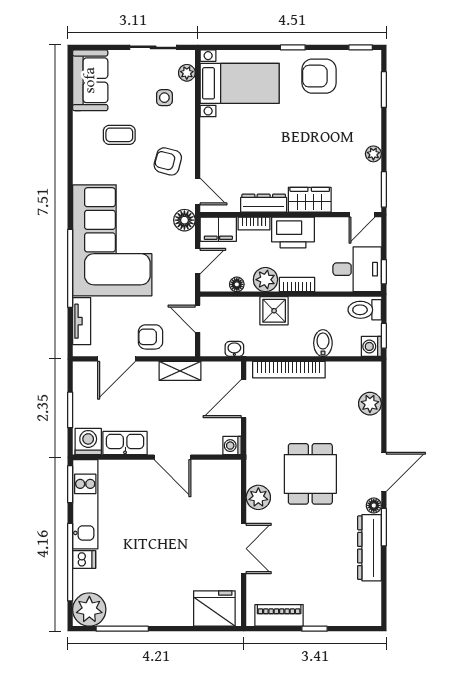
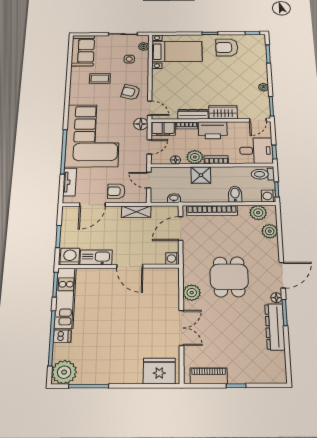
plant: (355, 374) -> (258, 213), added

